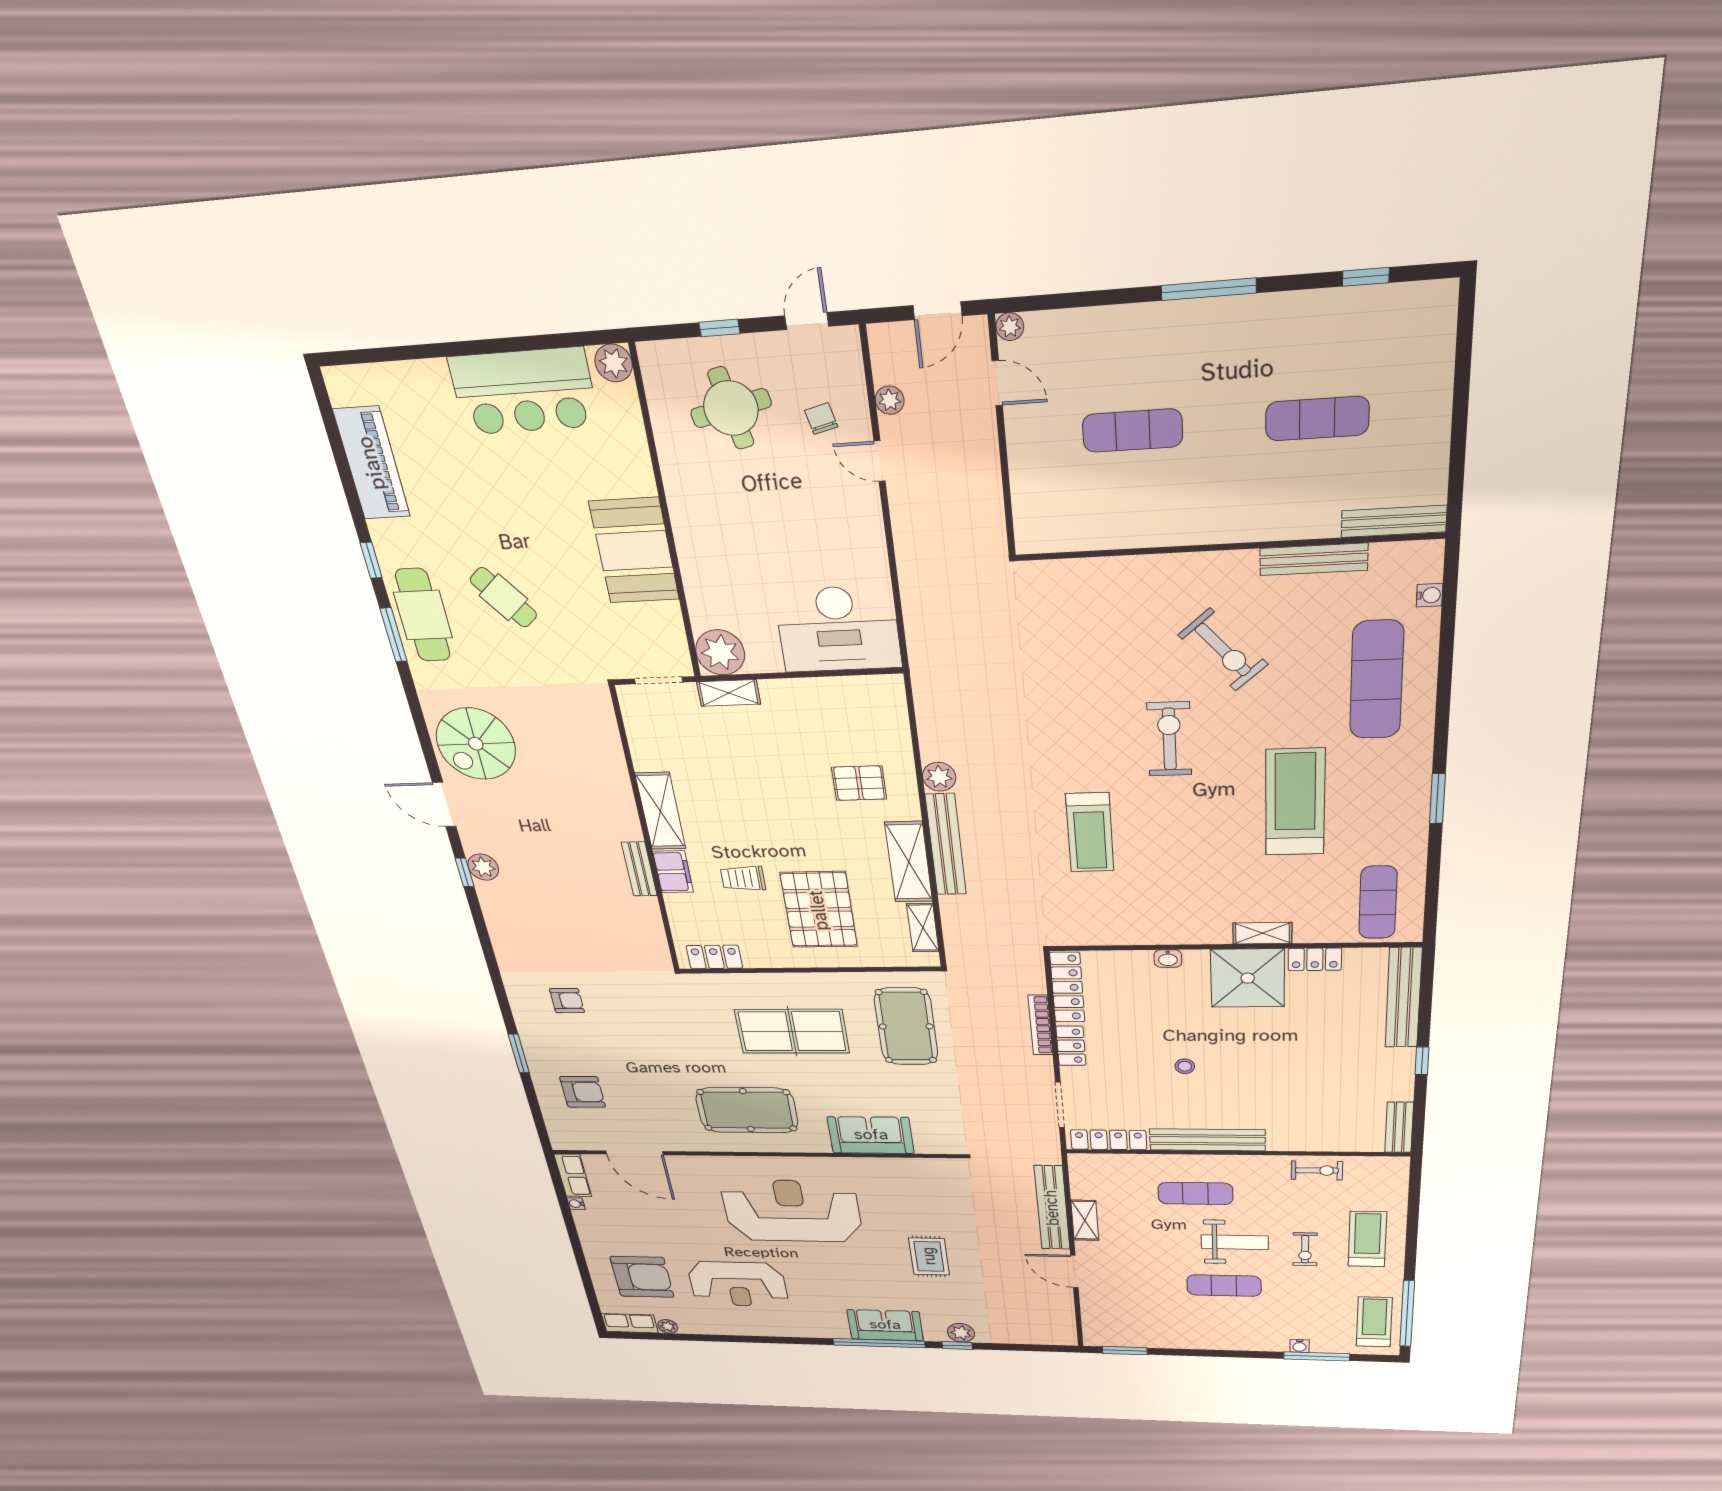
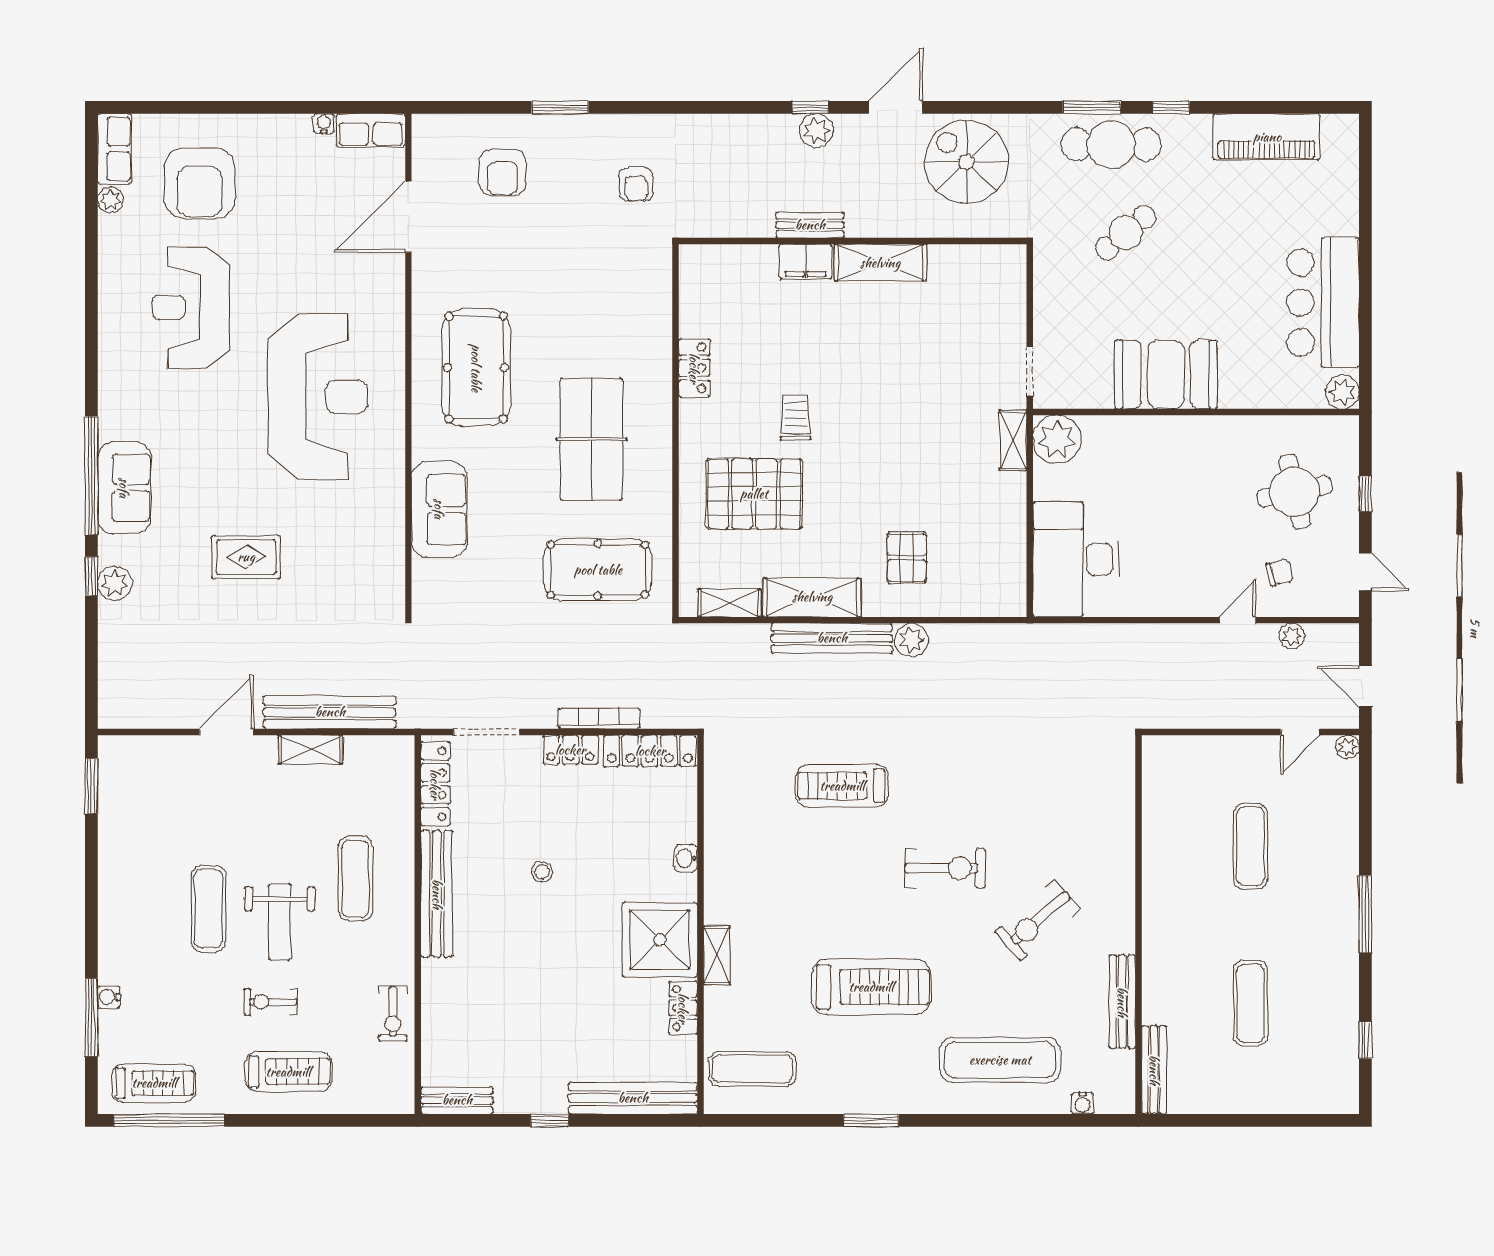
shelving: (660, 811) -> (880, 263), moved
wall: (646, 834) -> (853, 241), moved
bench: (639, 869) -> (810, 225), moved
filing cabinet: (673, 872) -> (806, 262), moved

